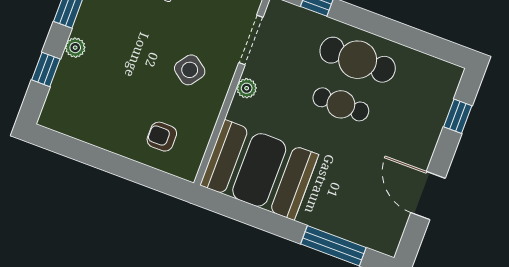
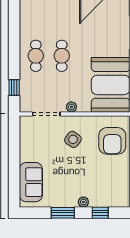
cafe table: (358, 60) -> (36, 56), width x0.73, depth x0.74
armchair: (162, 137) -> (112, 141), width x1.88, depth x1.88

